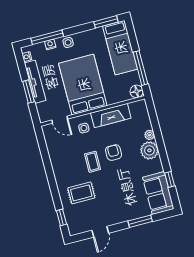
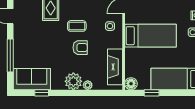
window: (140, 68) -> (152, 93), width x0.46
bed: (83, 85) -> (150, 36), width x0.67
fireplace: (111, 116) -> (115, 67), moved
window: (140, 221) -> (10, 56), width x1.44

